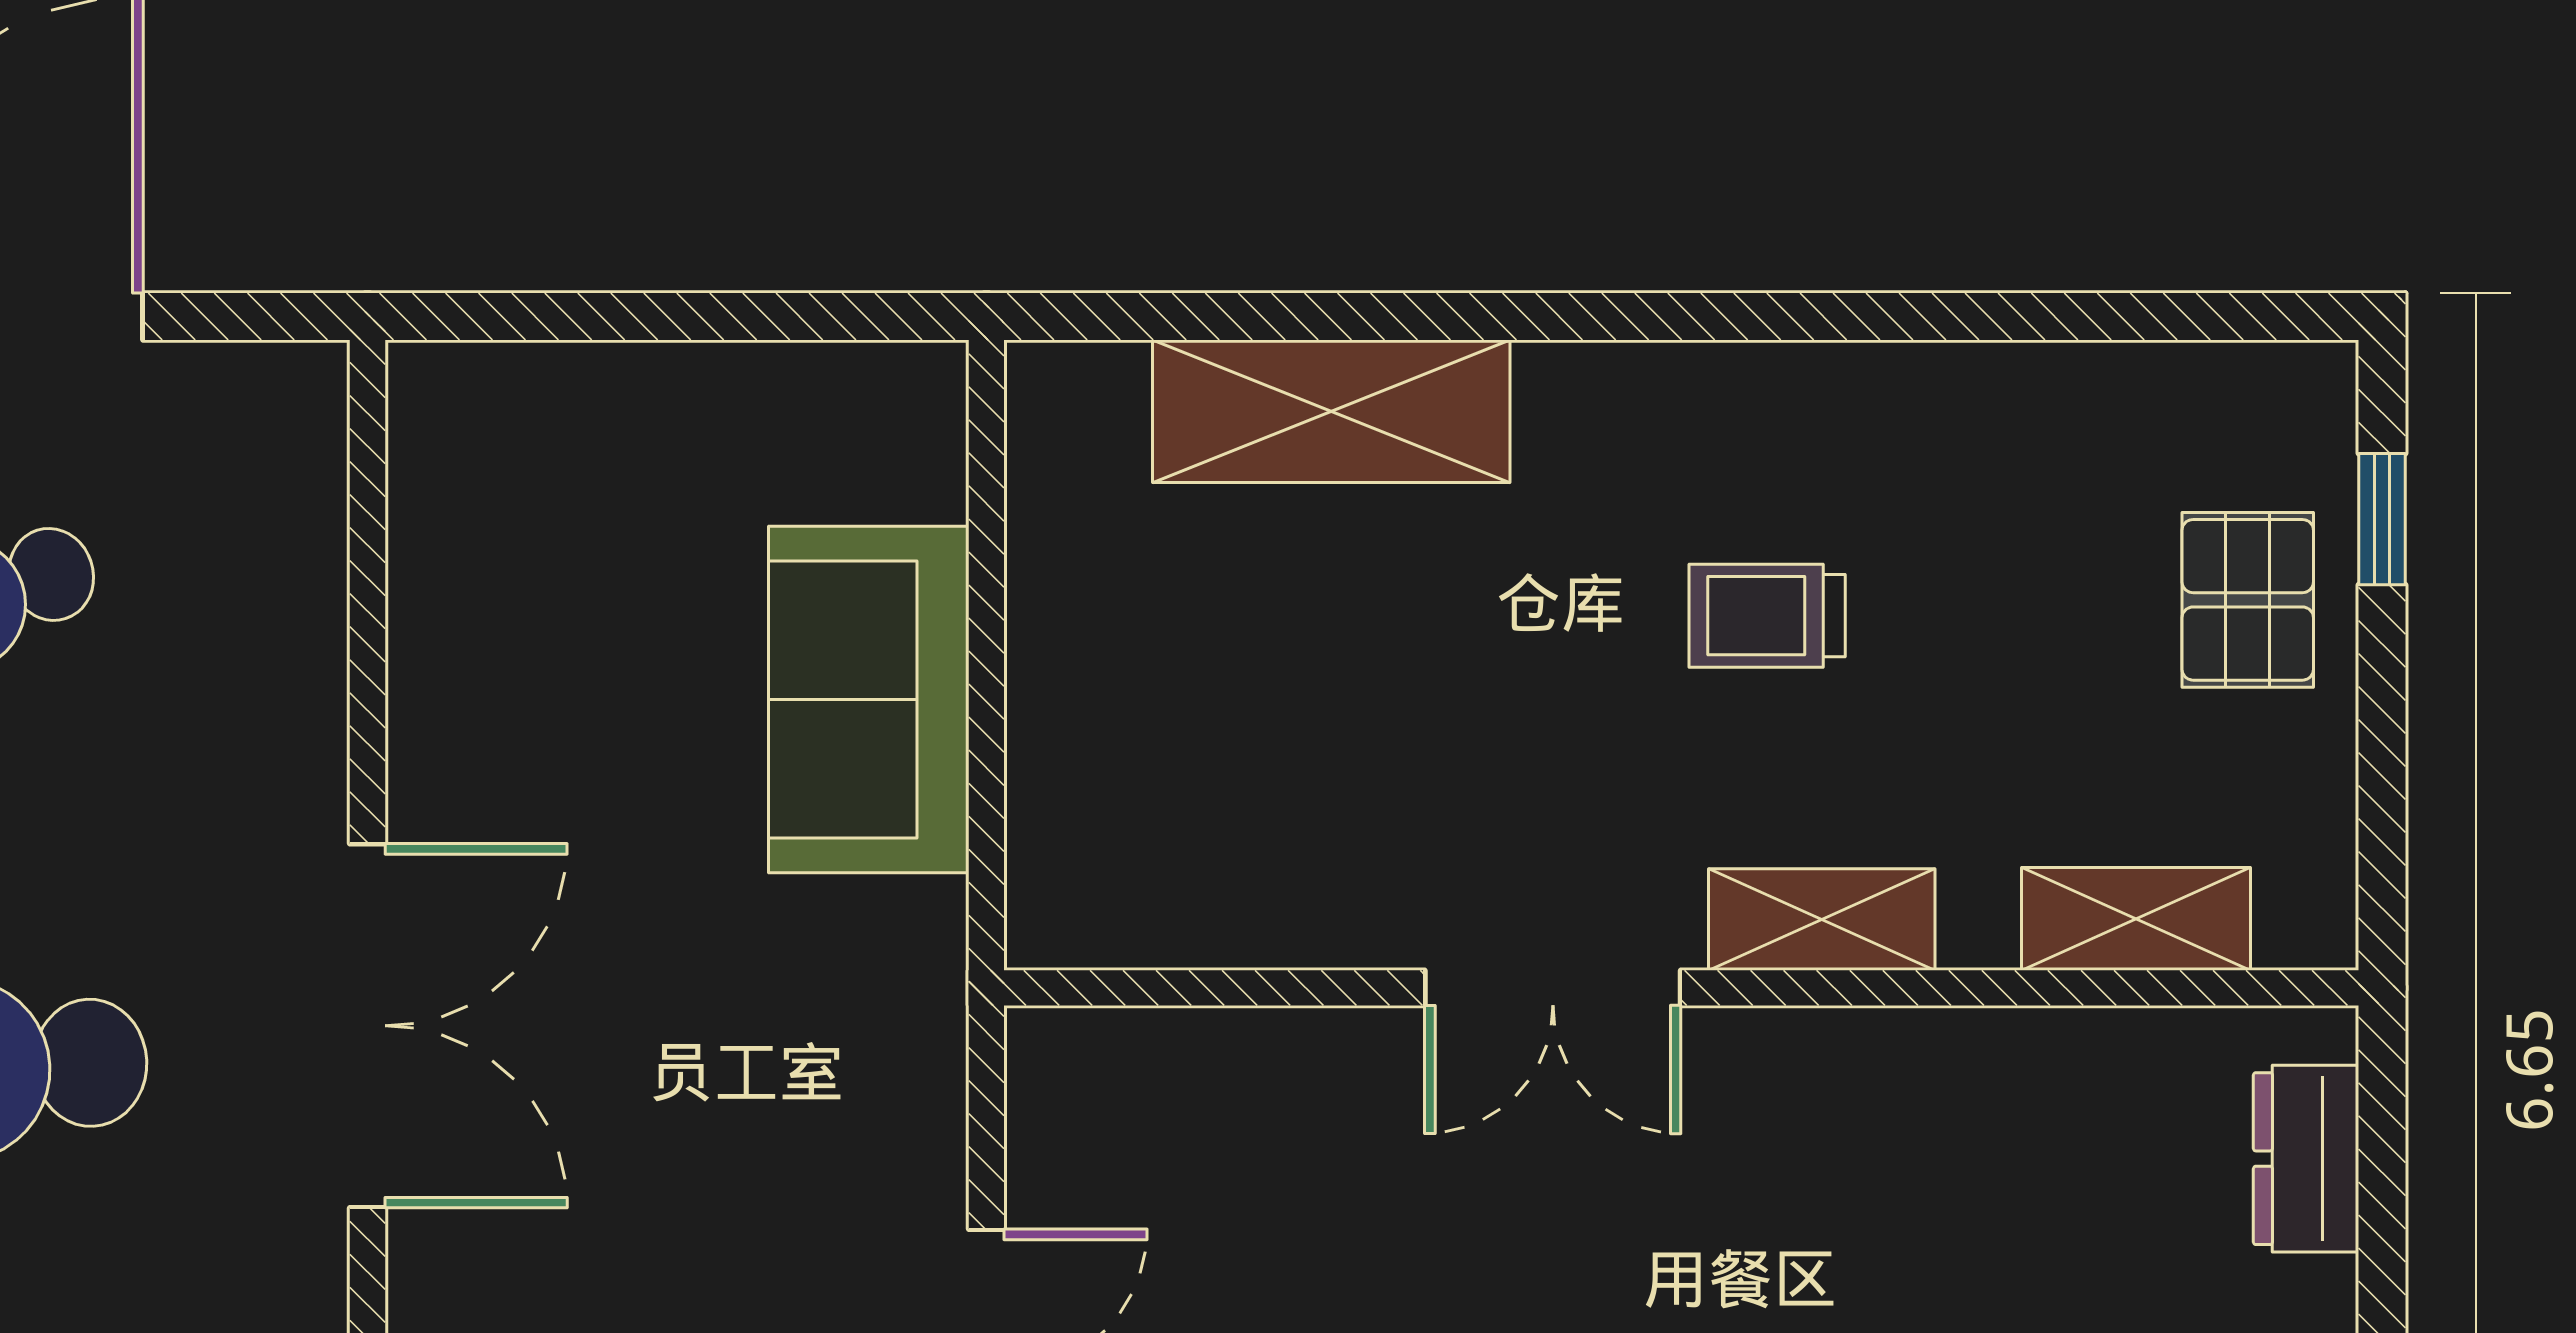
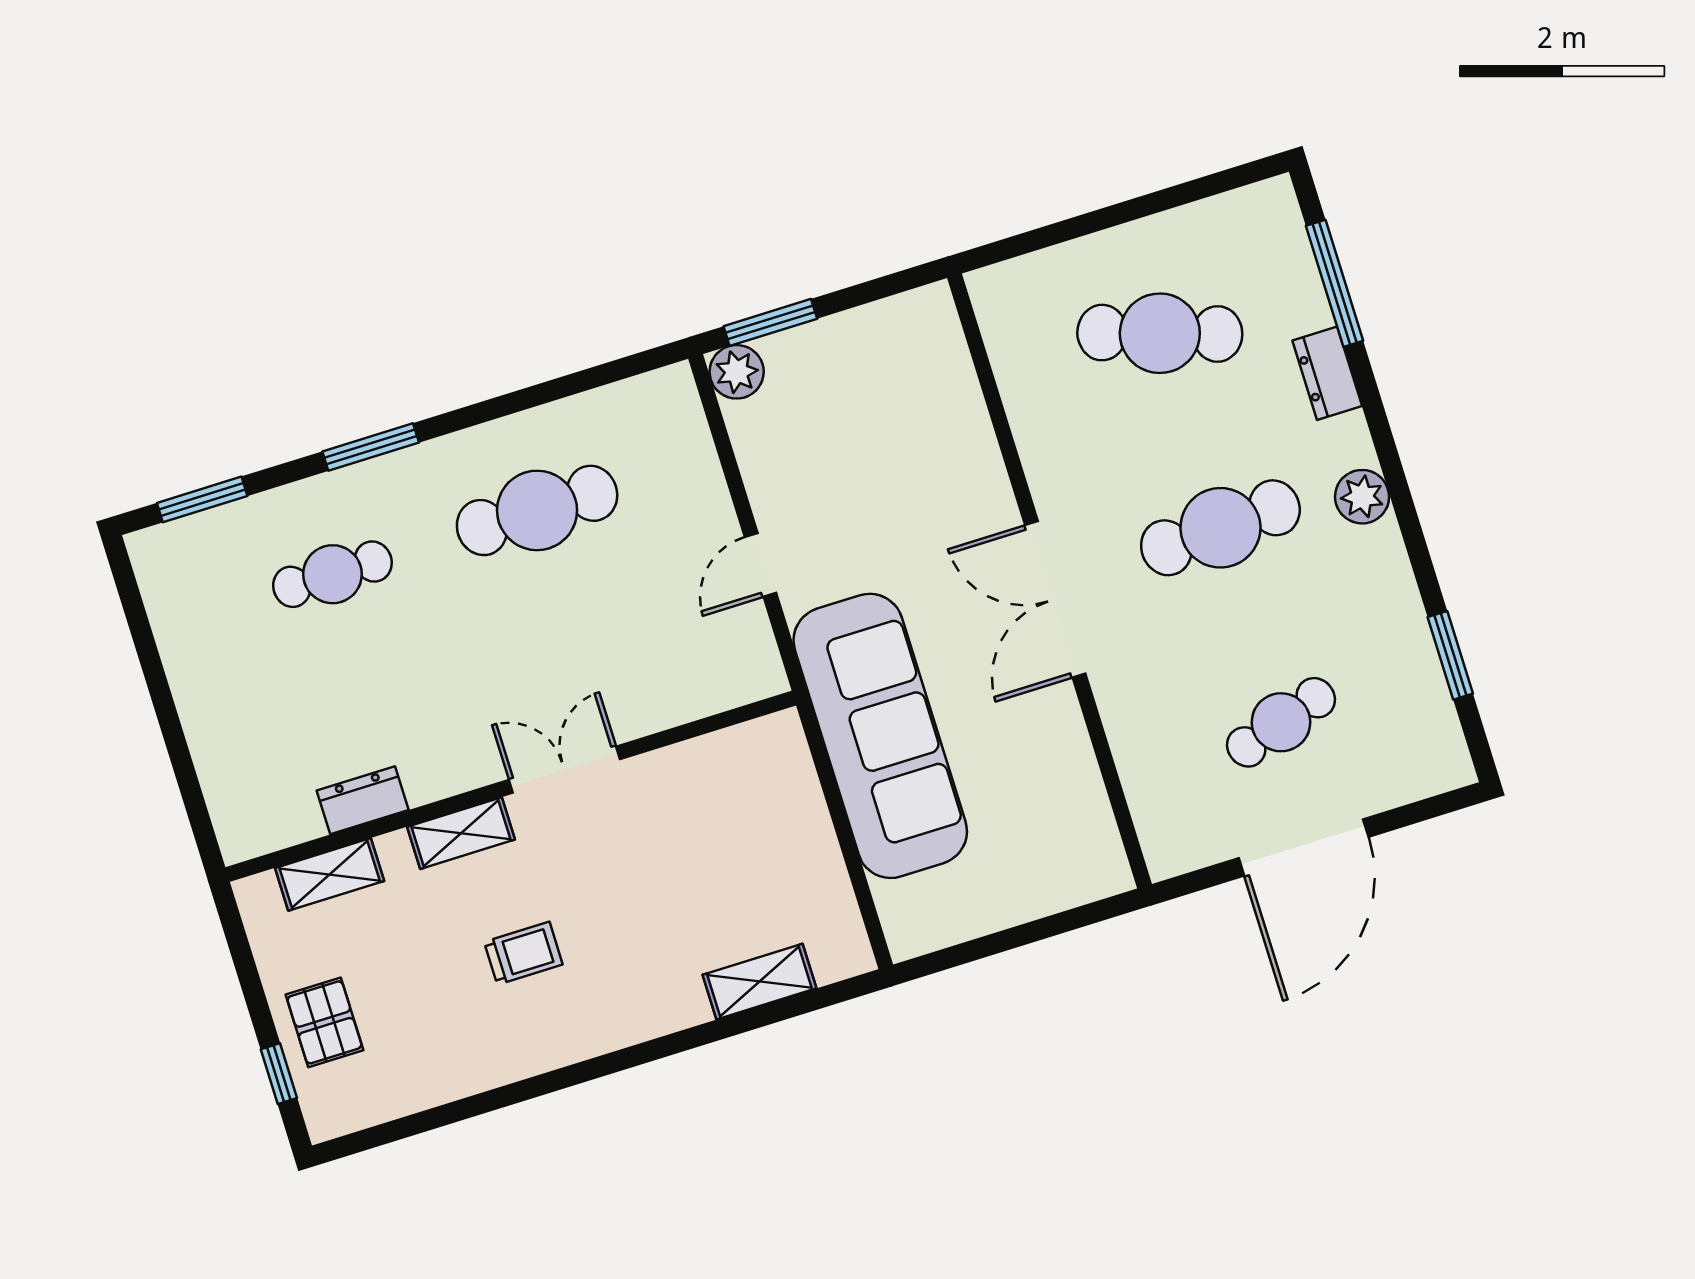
shelving: (1331, 411) -> (759, 982), width x0.67, depth x0.75
sofa: (869, 700) -> (880, 736), width x1.85, depth x1.27
dresser: (2306, 1159) -> (363, 800), moved, turned -90

